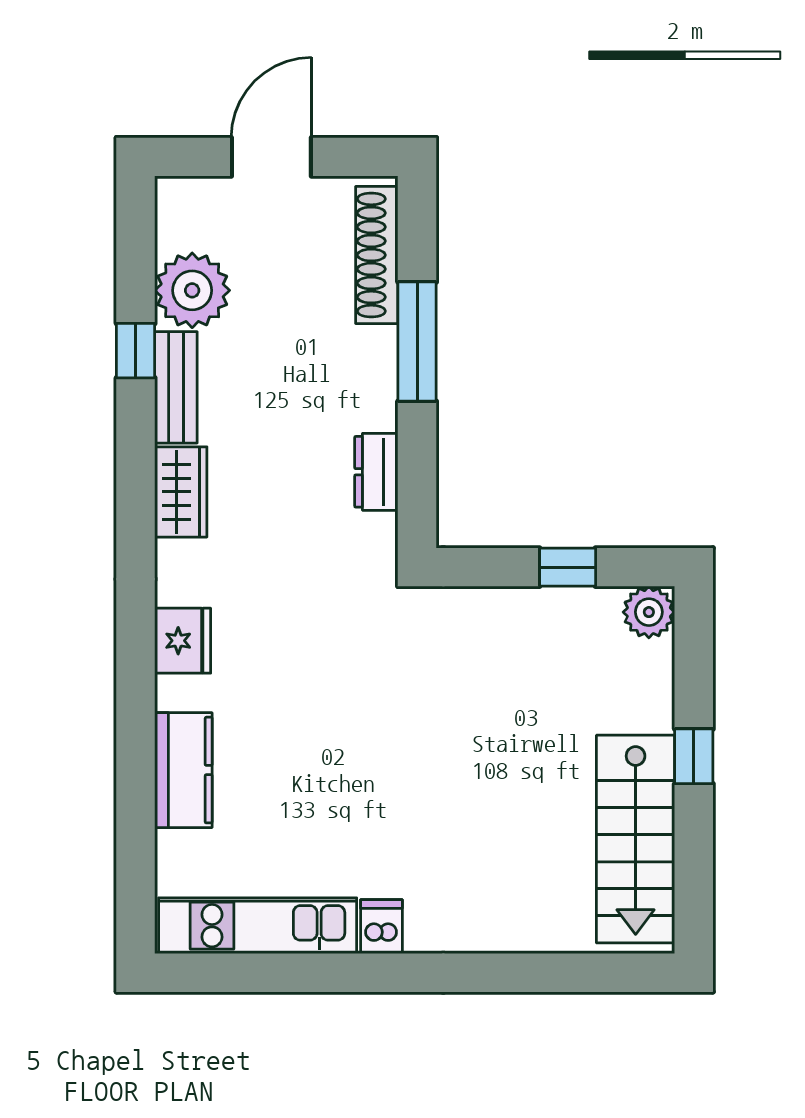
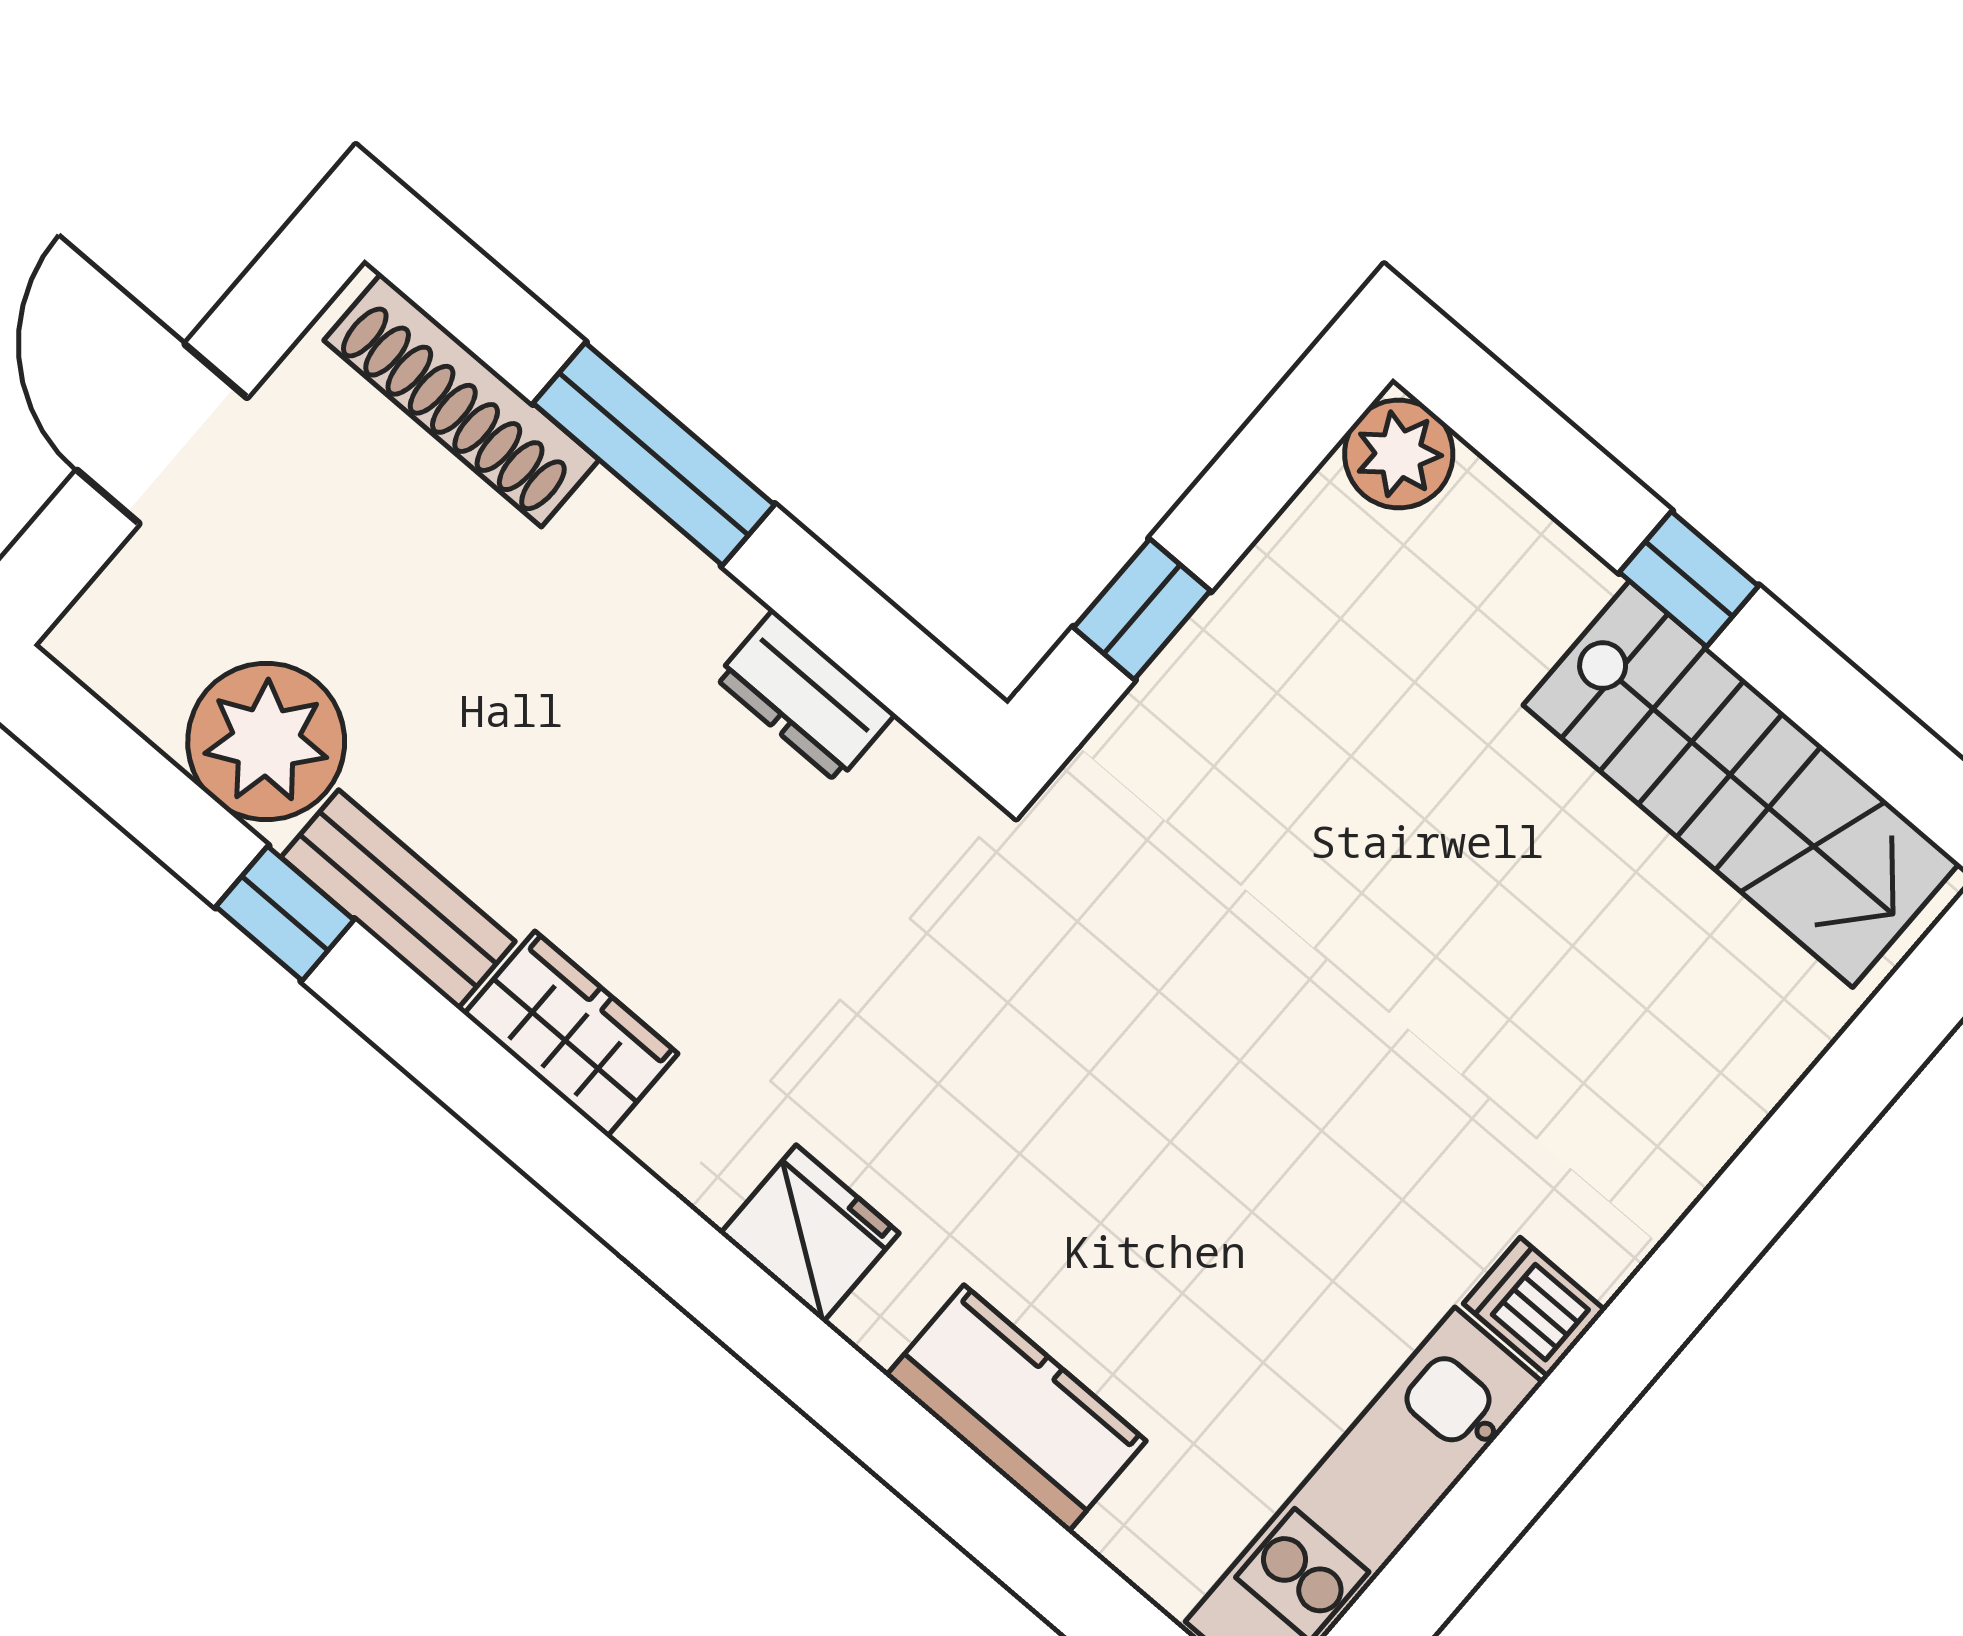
window: (568, 567) -> (1142, 609), moved

